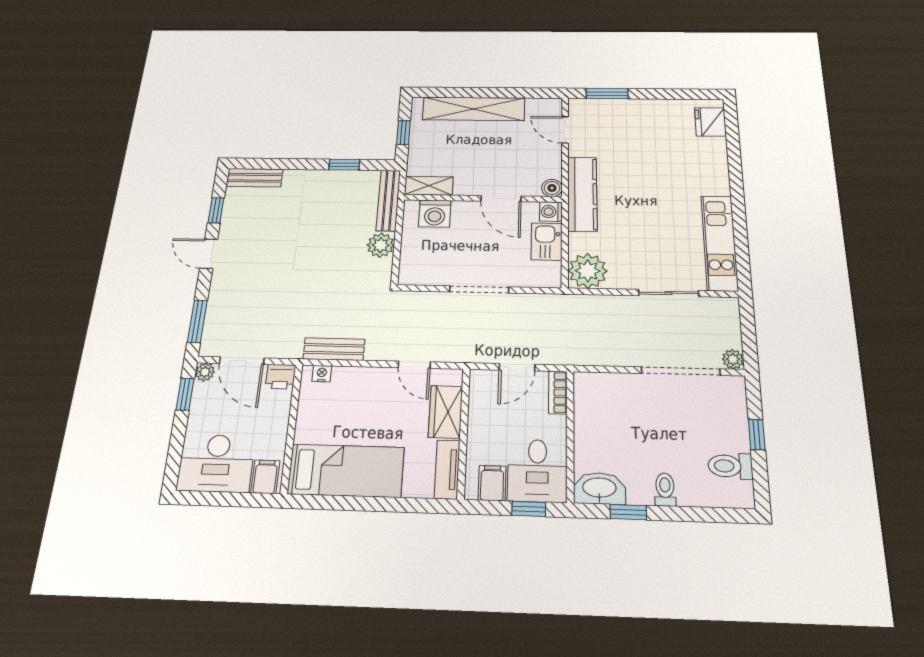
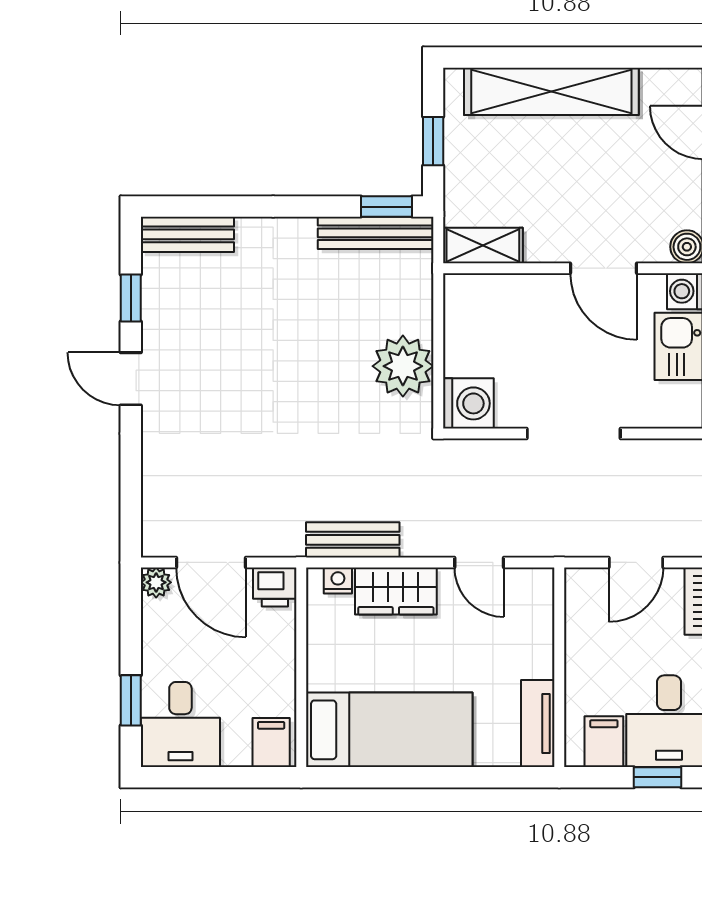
window: (344, 165) -> (387, 207), moved
bench: (388, 200) -> (376, 233), moved, turned 90
washing machine: (435, 214) -> (468, 403), moved, turned -90
plant: (381, 245) -> (403, 366), width x1.36, depth x1.36
window: (197, 321) -> (131, 498), removed
window: (185, 394) -> (131, 700), moved
wardrobe: (445, 412) -> (396, 591), moved, turned -90
desk: (216, 463) -> (180, 725), width x0.73

